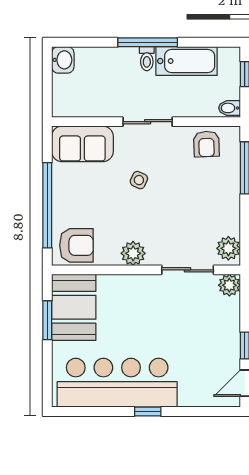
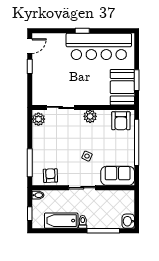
window: (148, 42) -> (103, 231), moved
armchair: (76, 245) -> (121, 121), turned -90
plant: (229, 285) -> (38, 99), removed

